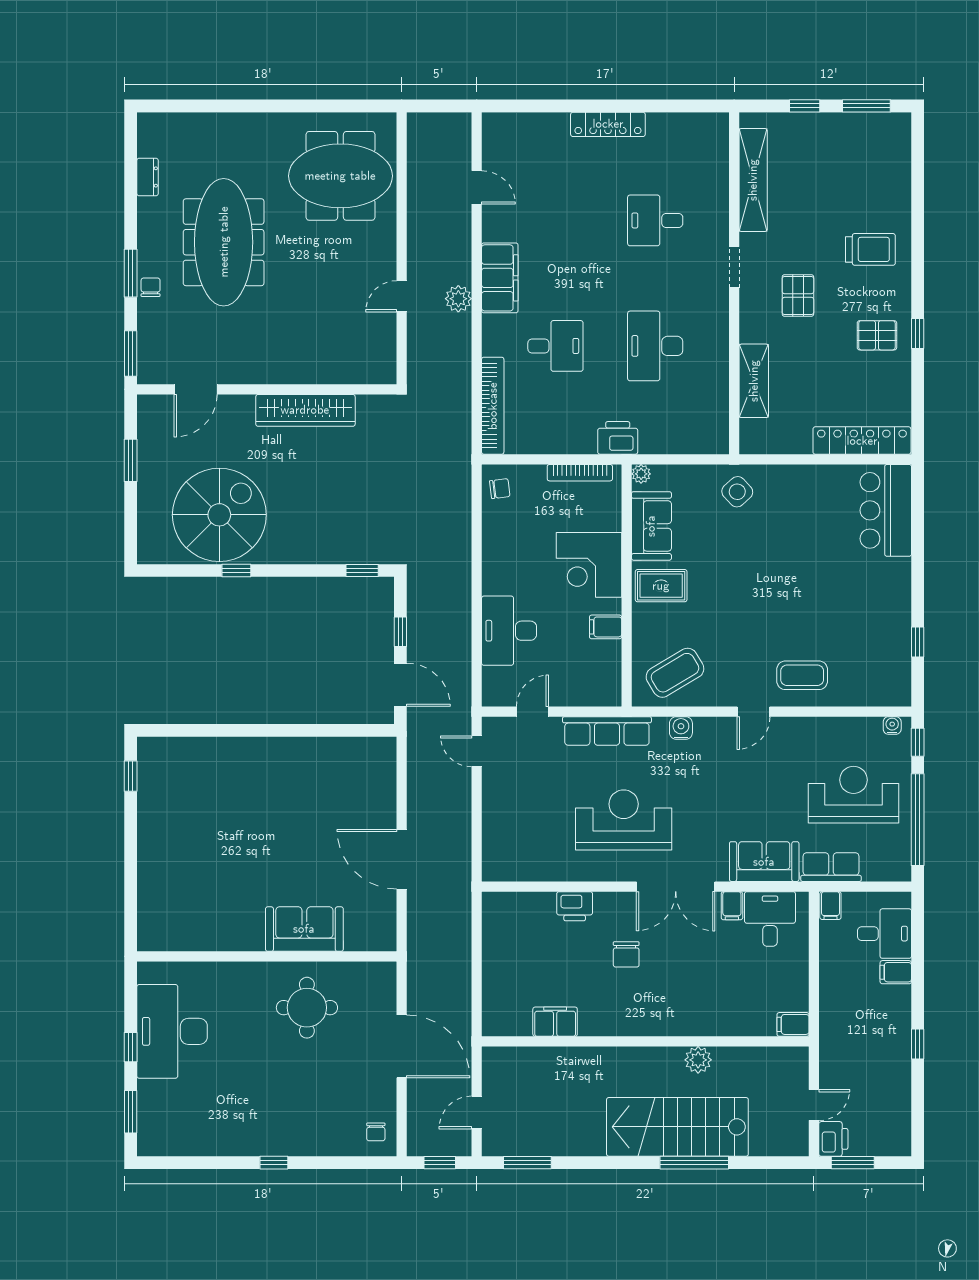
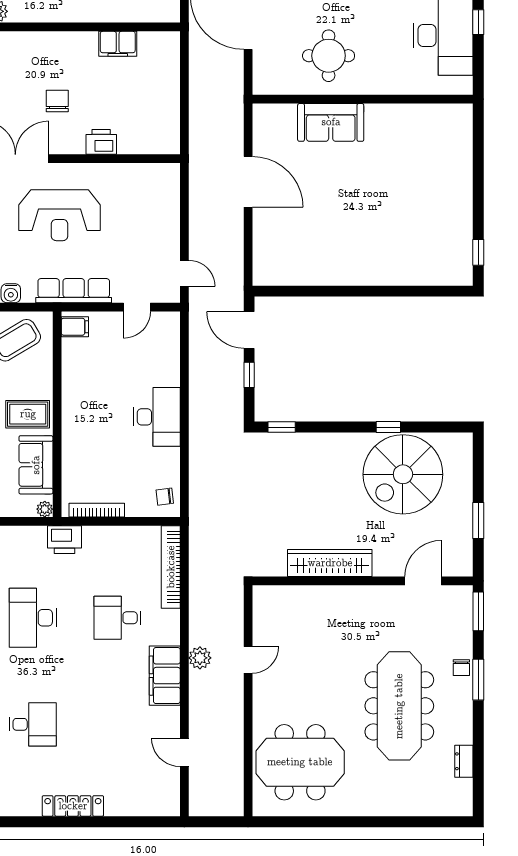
desk: (655, 346) -> (33, 618), turned 180
corner desk: (589, 565) -> (89, 432), removed
filing cabinet: (606, 627) -> (75, 327), moved
desk: (509, 631) -> (157, 417), moved

